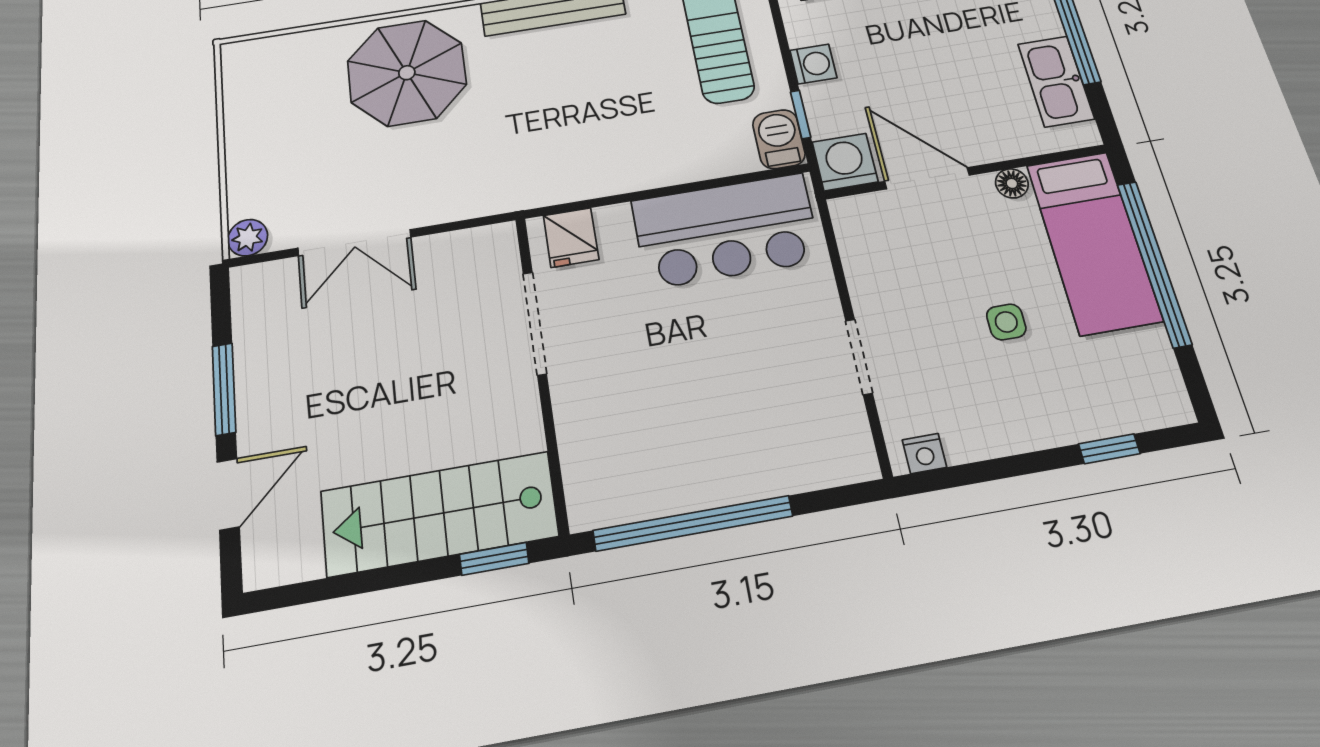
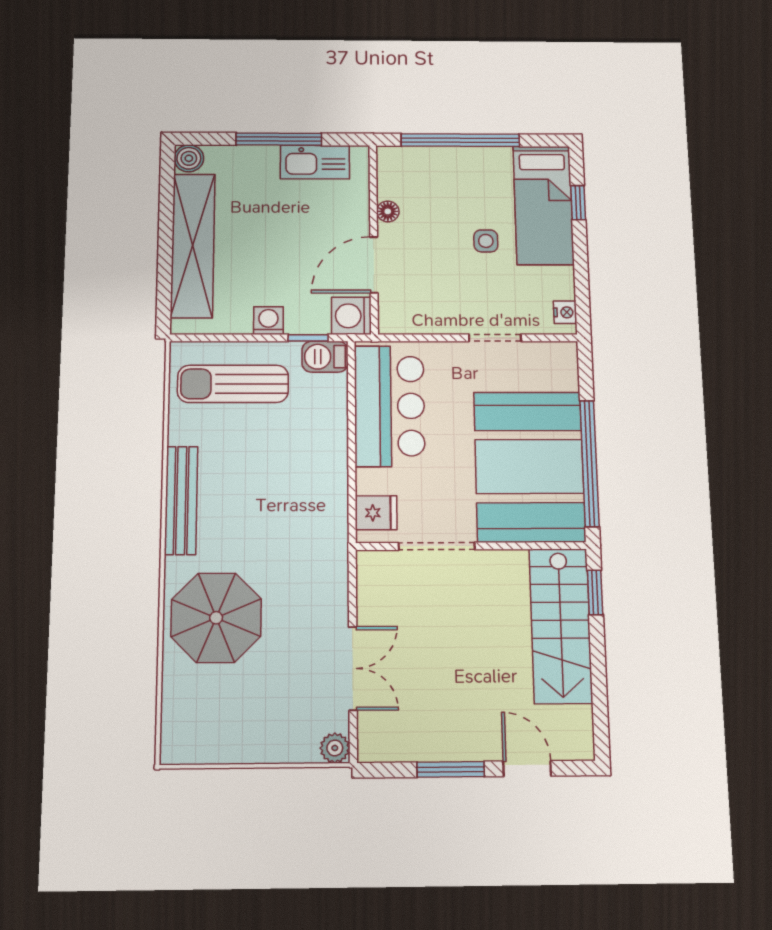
bed: (1094, 242) -> (543, 205), moved, turned 90
booth: (672, 434) -> (529, 466), added

